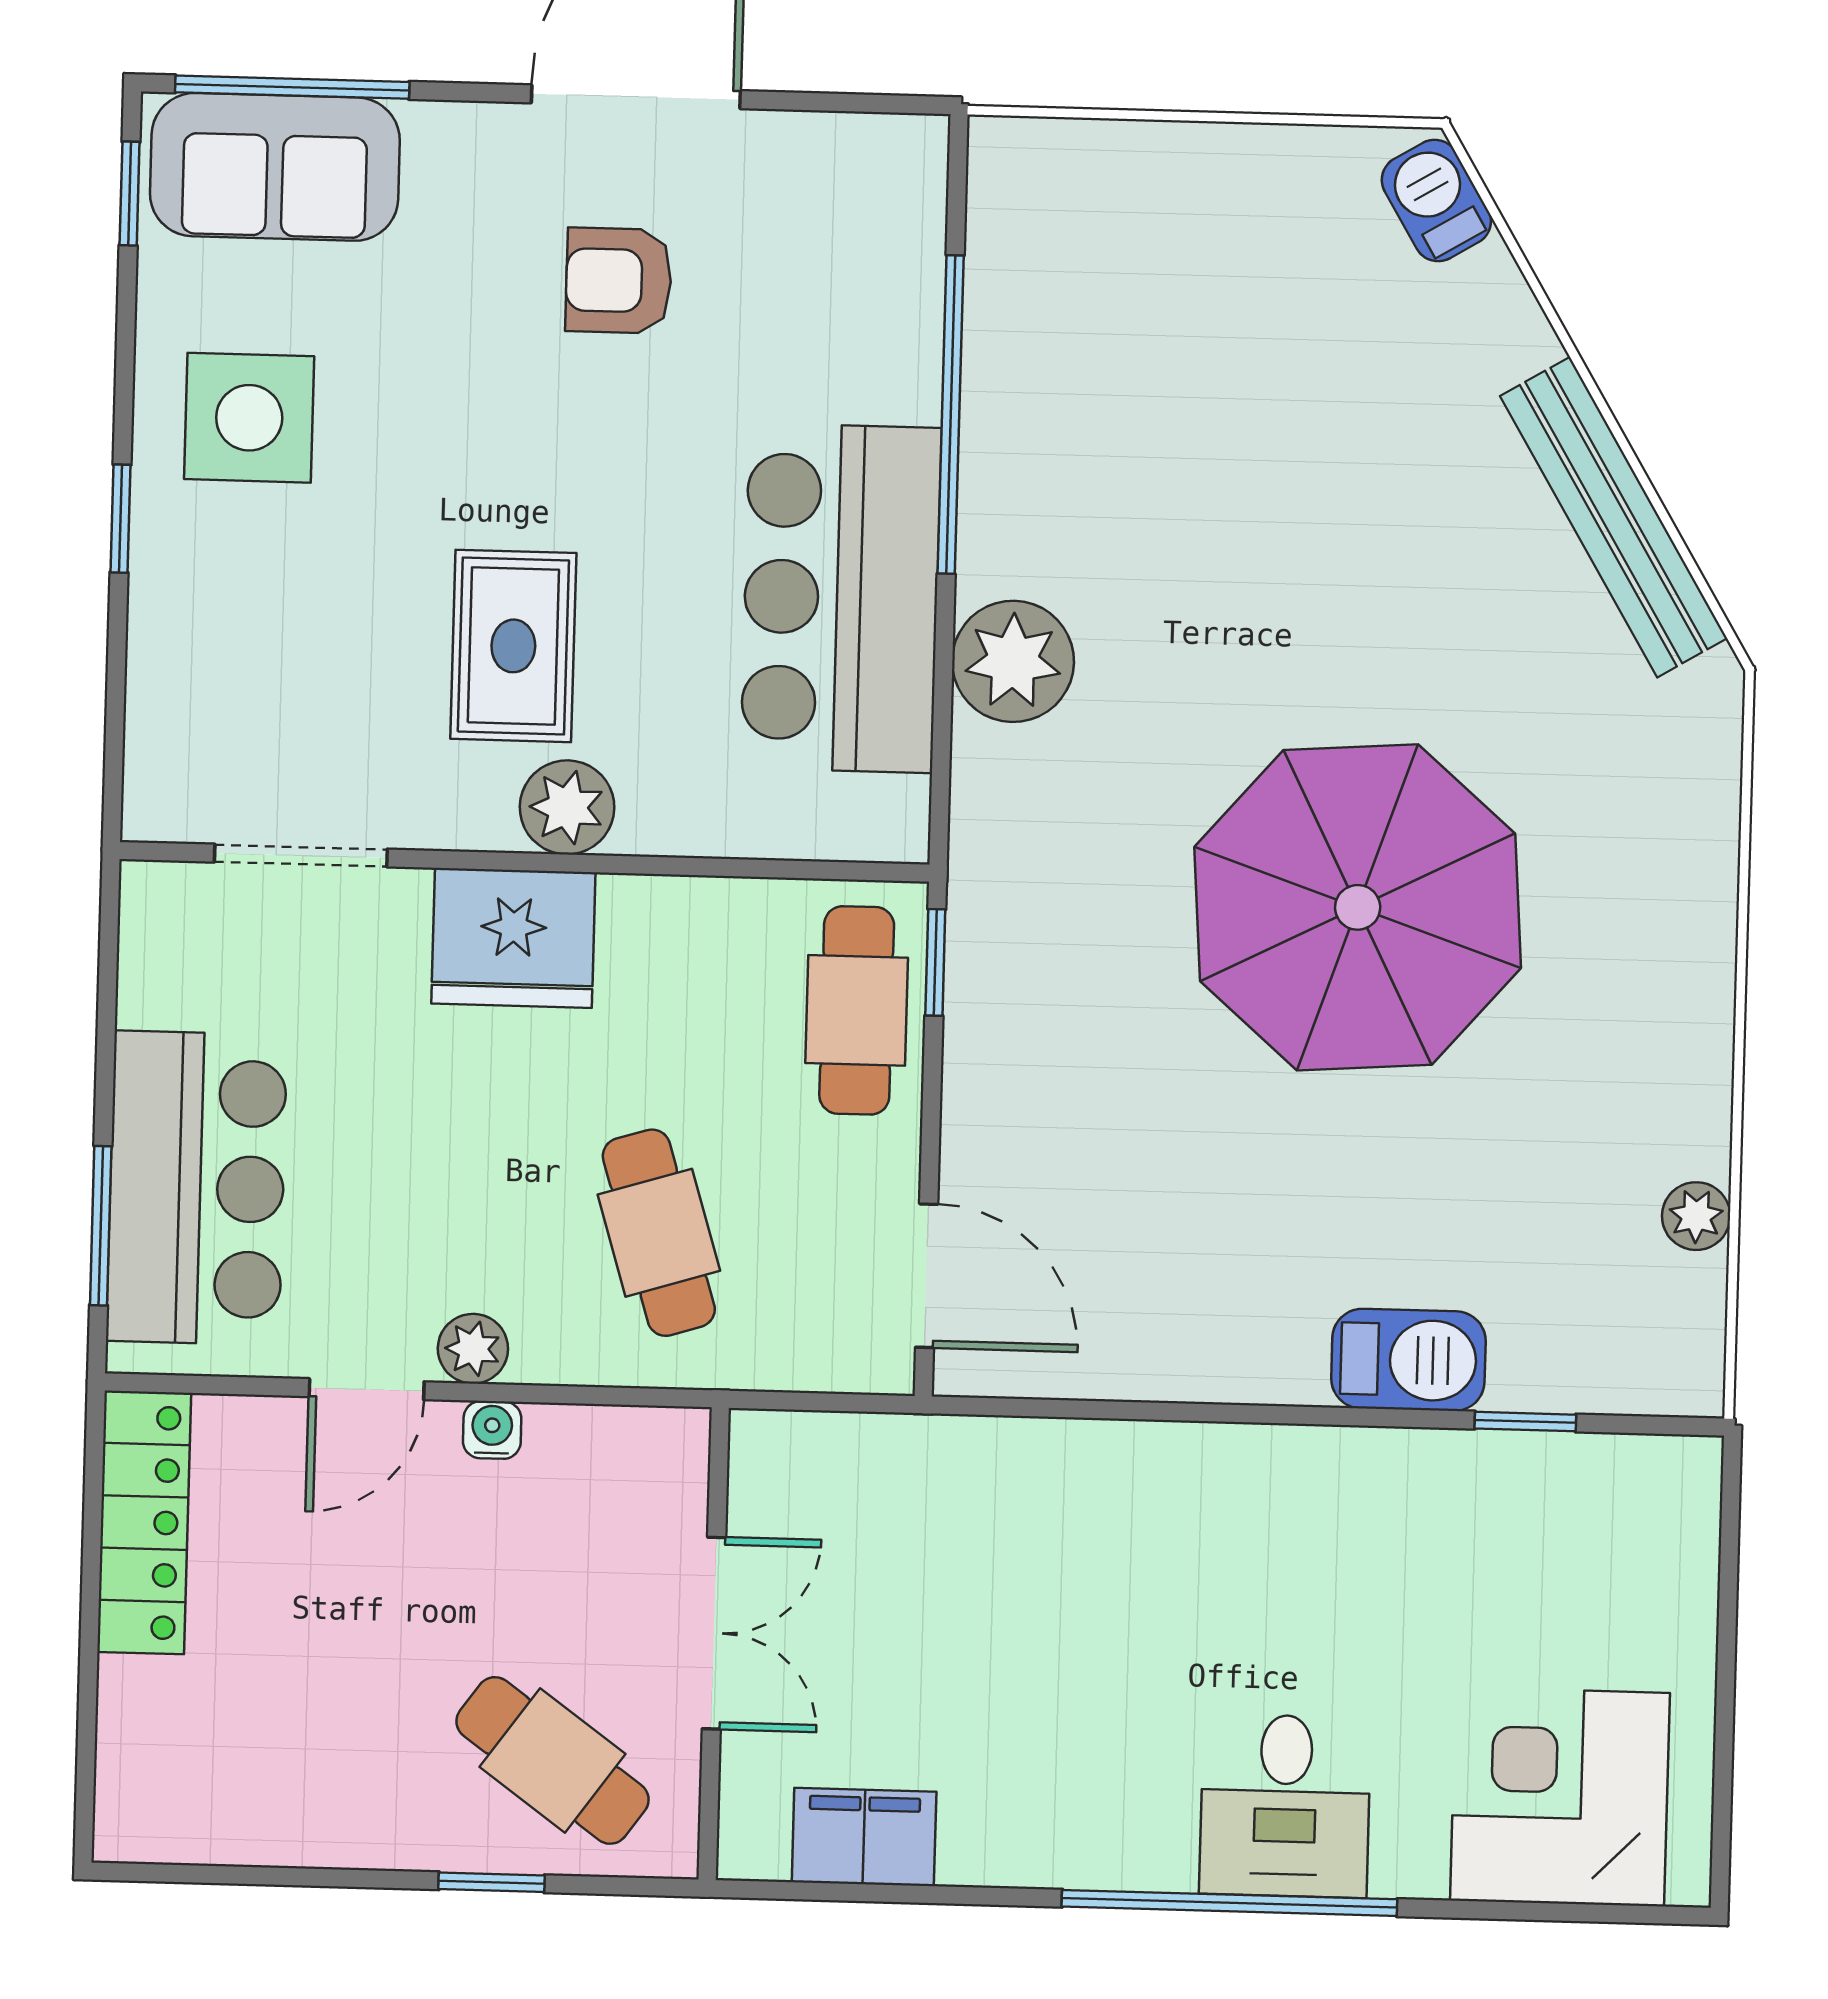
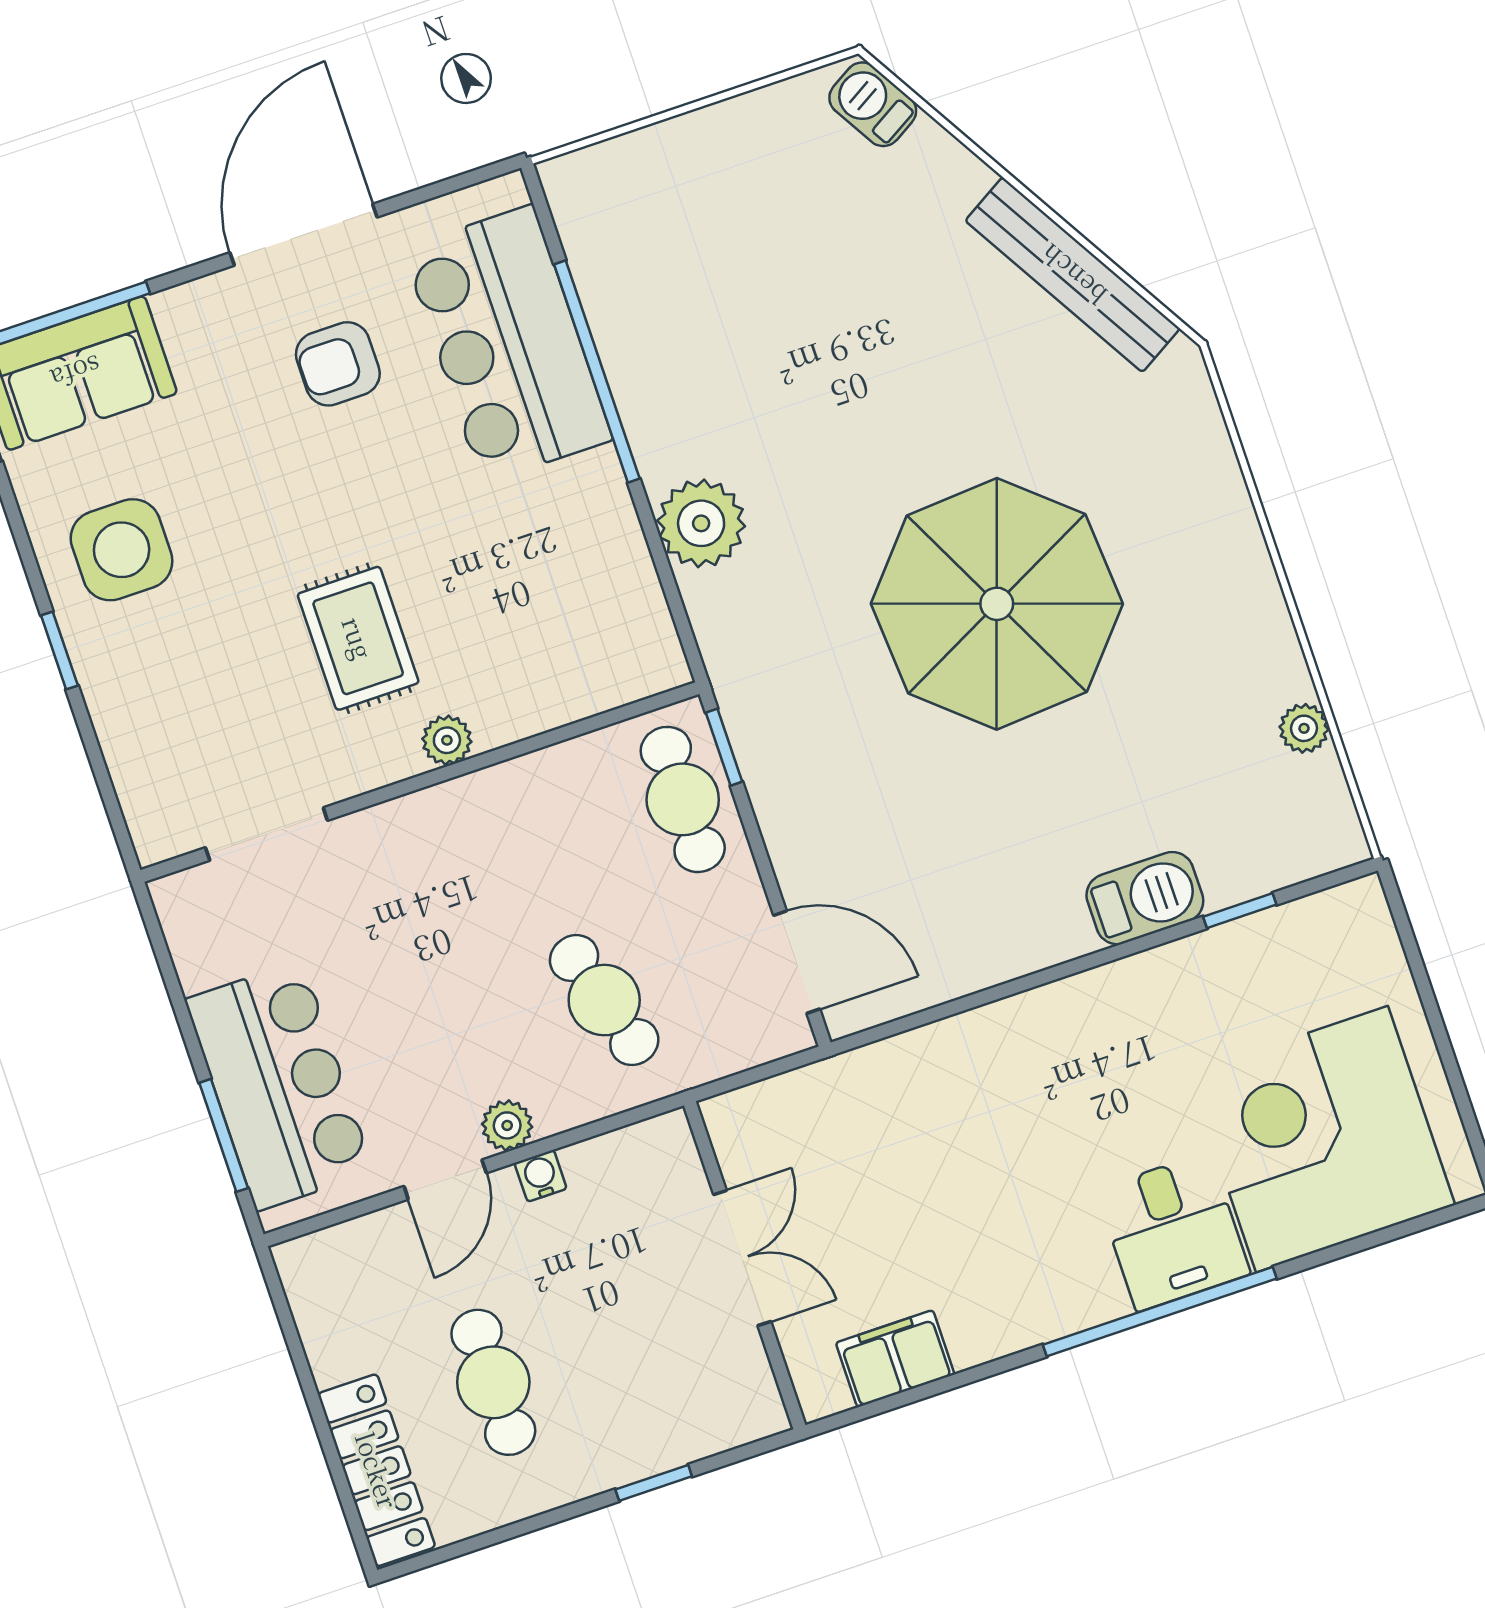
bar counter: (841, 598) -> (508, 344), moved
plant: (567, 807) -> (447, 740), width x0.73, depth x0.73
fridge: (513, 938) -> (431, 836), removed
locker: (144, 1522) -> (377, 1470), moved
cafe table: (552, 1760) -> (493, 1382), moved, turned 54
corner desk: (1560, 1797) -> (1322, 1139), width x1.36, depth x1.36

